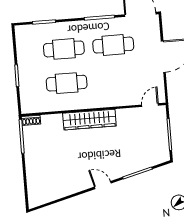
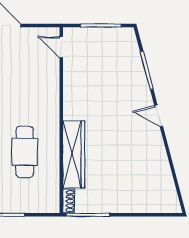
wardrobe: (89, 120) -> (74, 154), moved
door: (103, 185) -> (159, 116), hinge flipped

